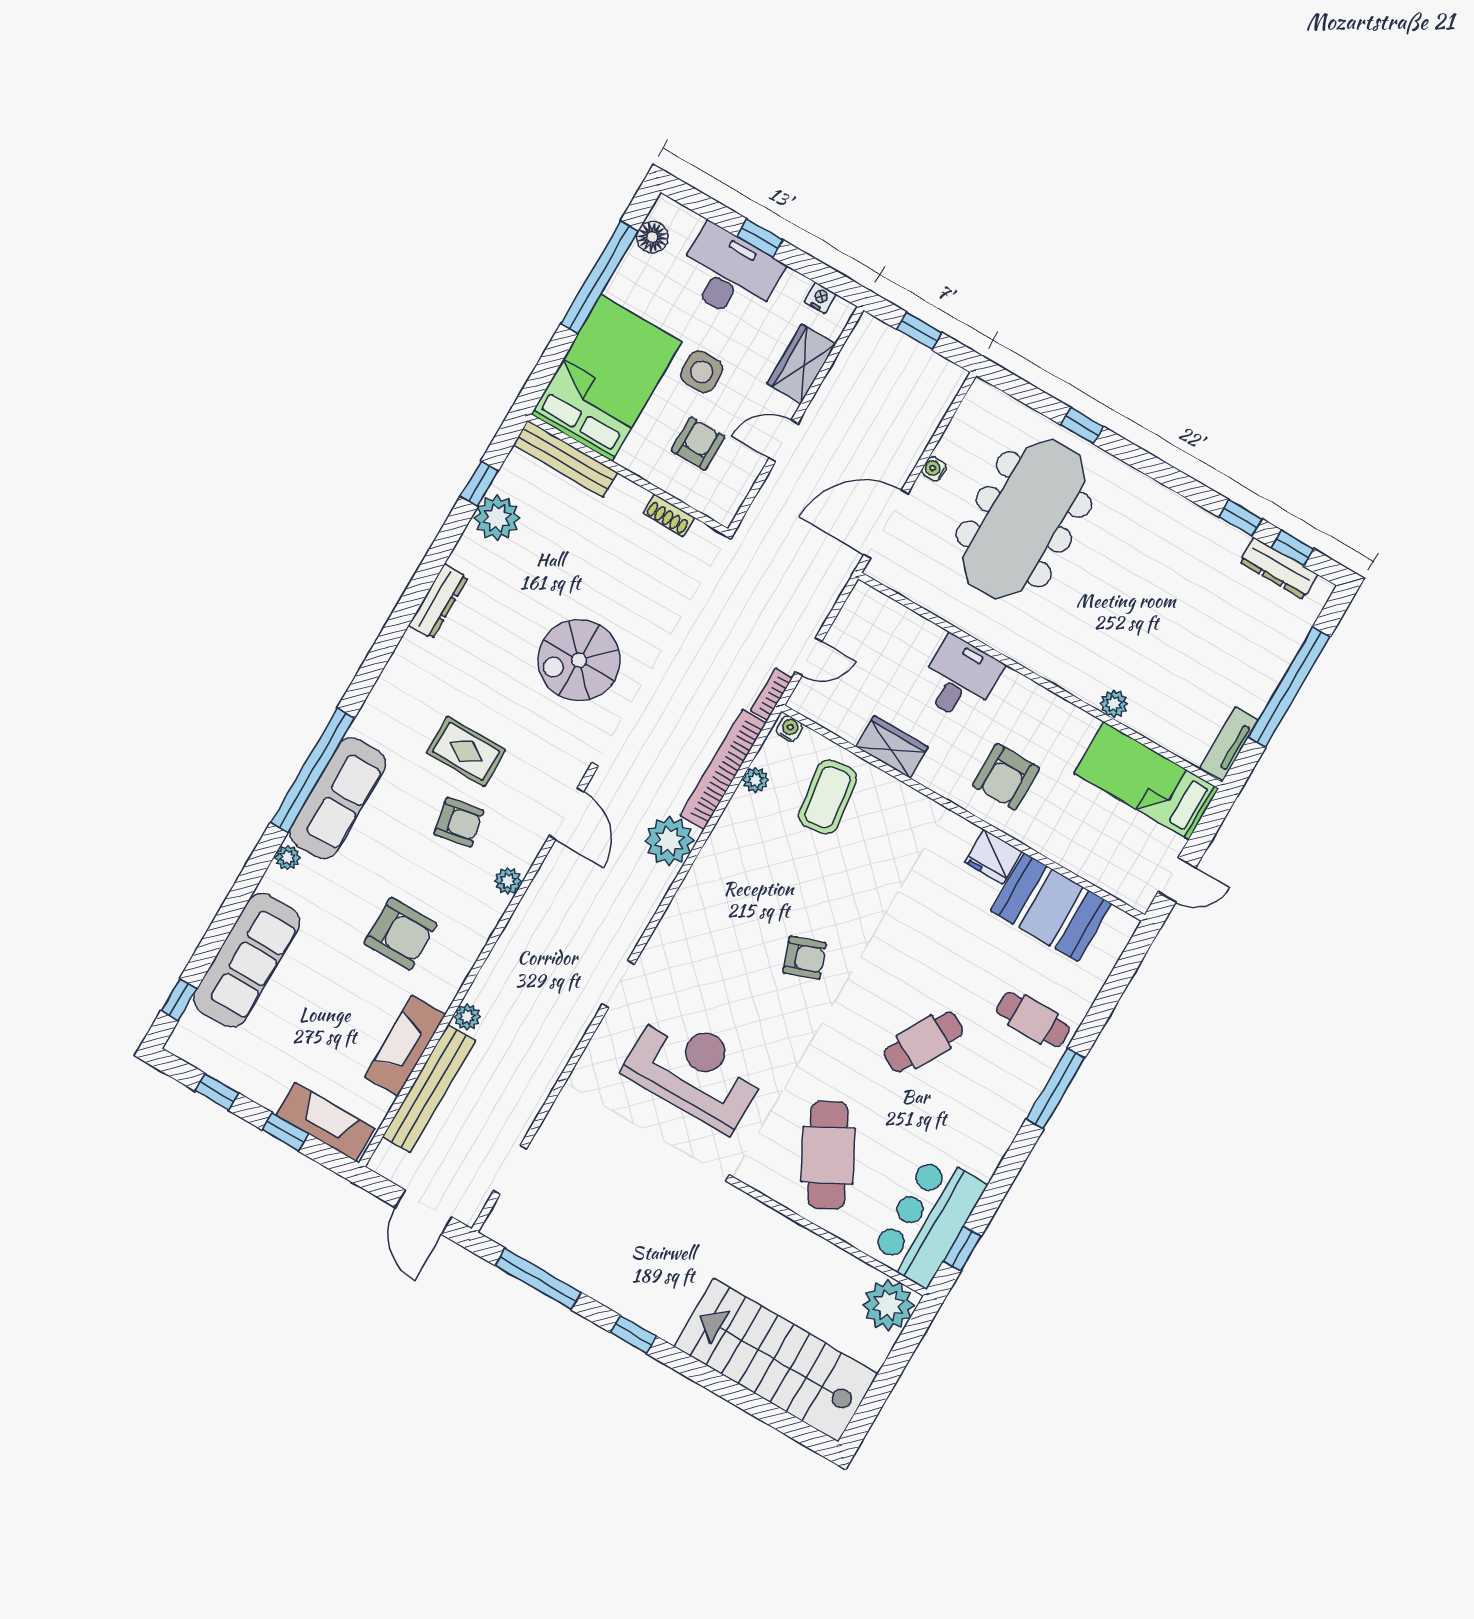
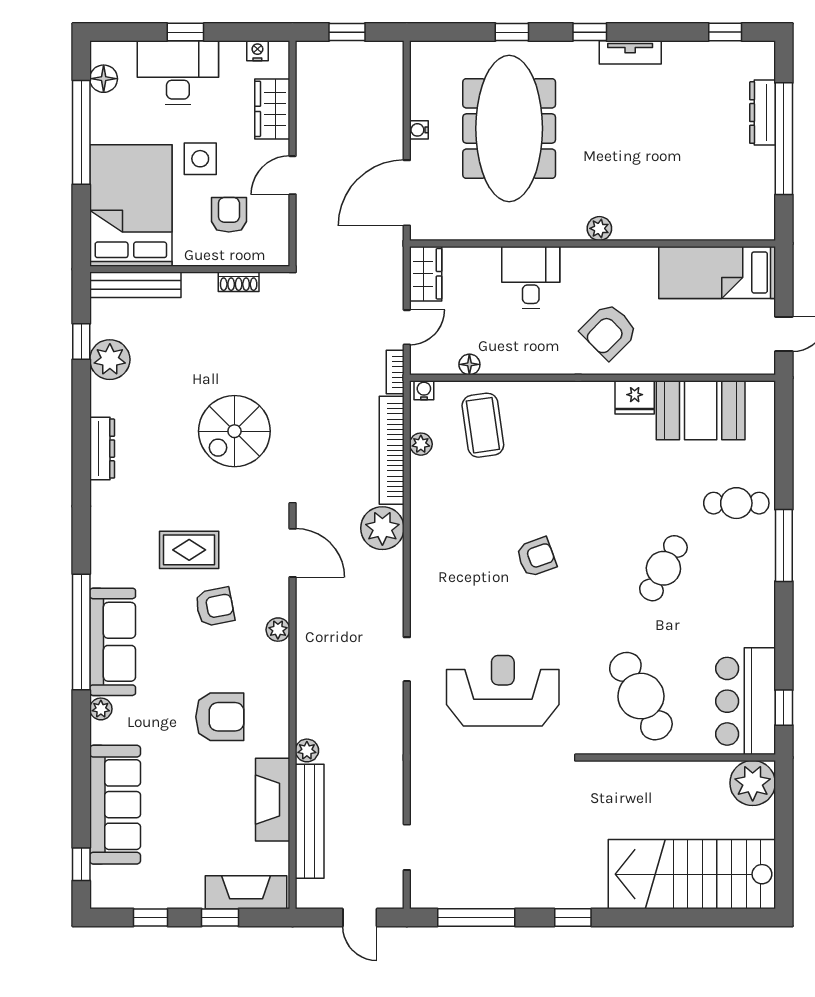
window: (1240, 518) -> (590, 32), moved
dresser: (1279, 568) -> (763, 113), moved, turned 90
plant: (1114, 704) -> (599, 228), moved
floor lamp: (849, 729) -> (469, 364), added
tv unit: (1229, 744) -> (630, 52), moved, turned -90
wardrobe: (892, 747) -> (426, 274), moved, turned 90
armchair: (1006, 777) -> (609, 331), turned 45
door: (423, 1212) -> (360, 917), width x0.73

